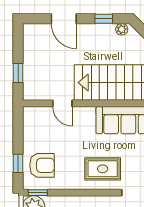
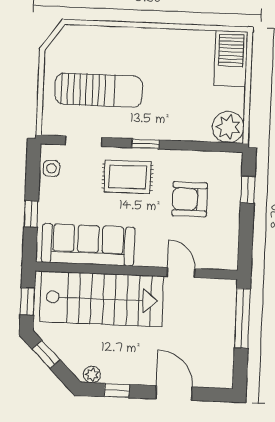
window: (18, 73) -> (242, 318), width x2.17
armchair: (42, 165) -> (190, 199), moved
window: (38, 193) -> (146, 144), moved

